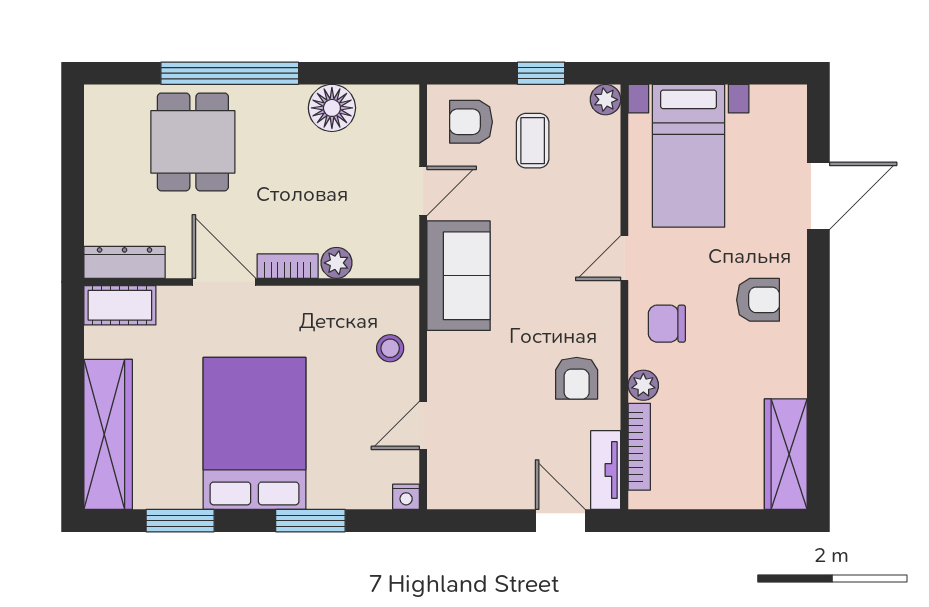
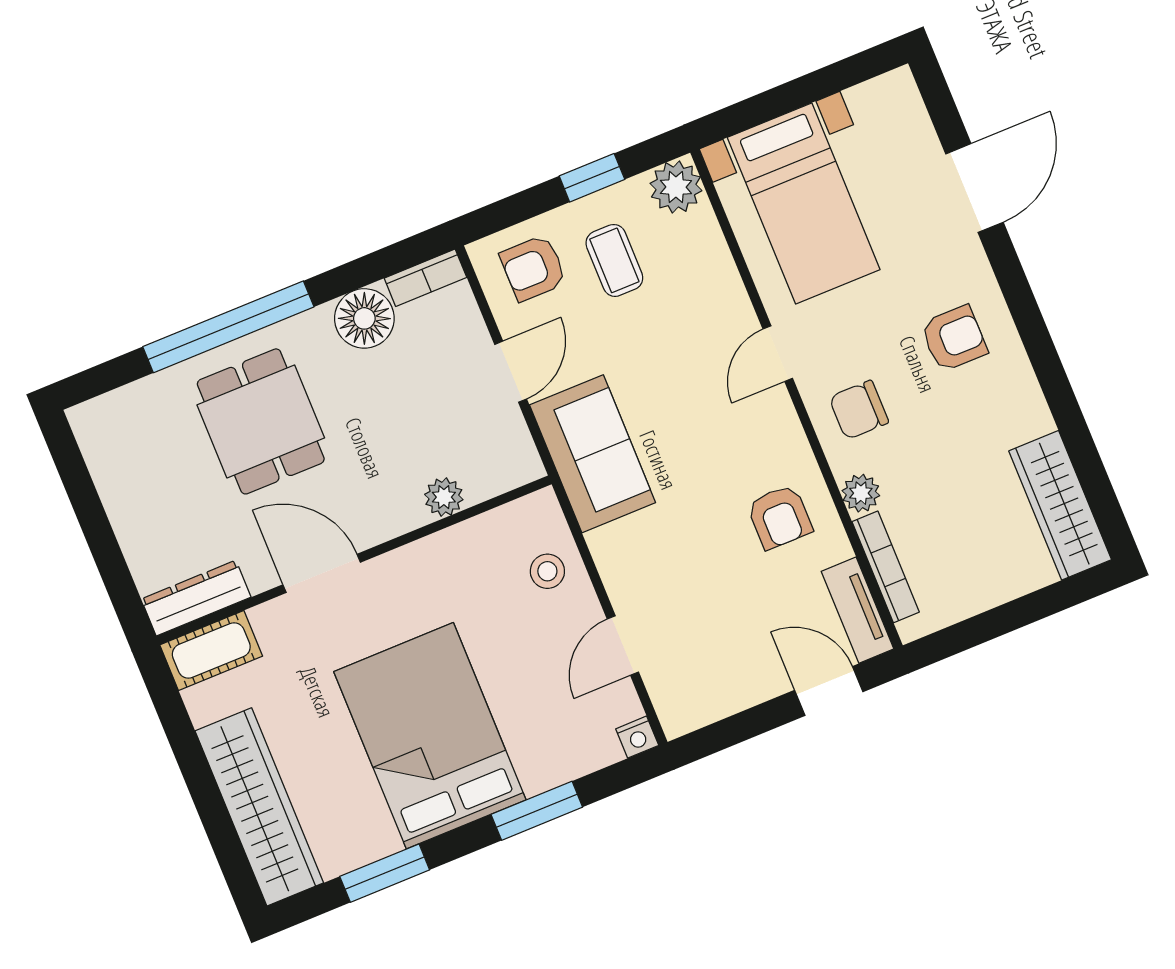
plant: (606, 100) -> (676, 187), width x1.38, depth x1.38
dining table: (193, 142) -> (261, 421), moved
bookcase: (288, 266) -> (425, 278), moved, turned 180

